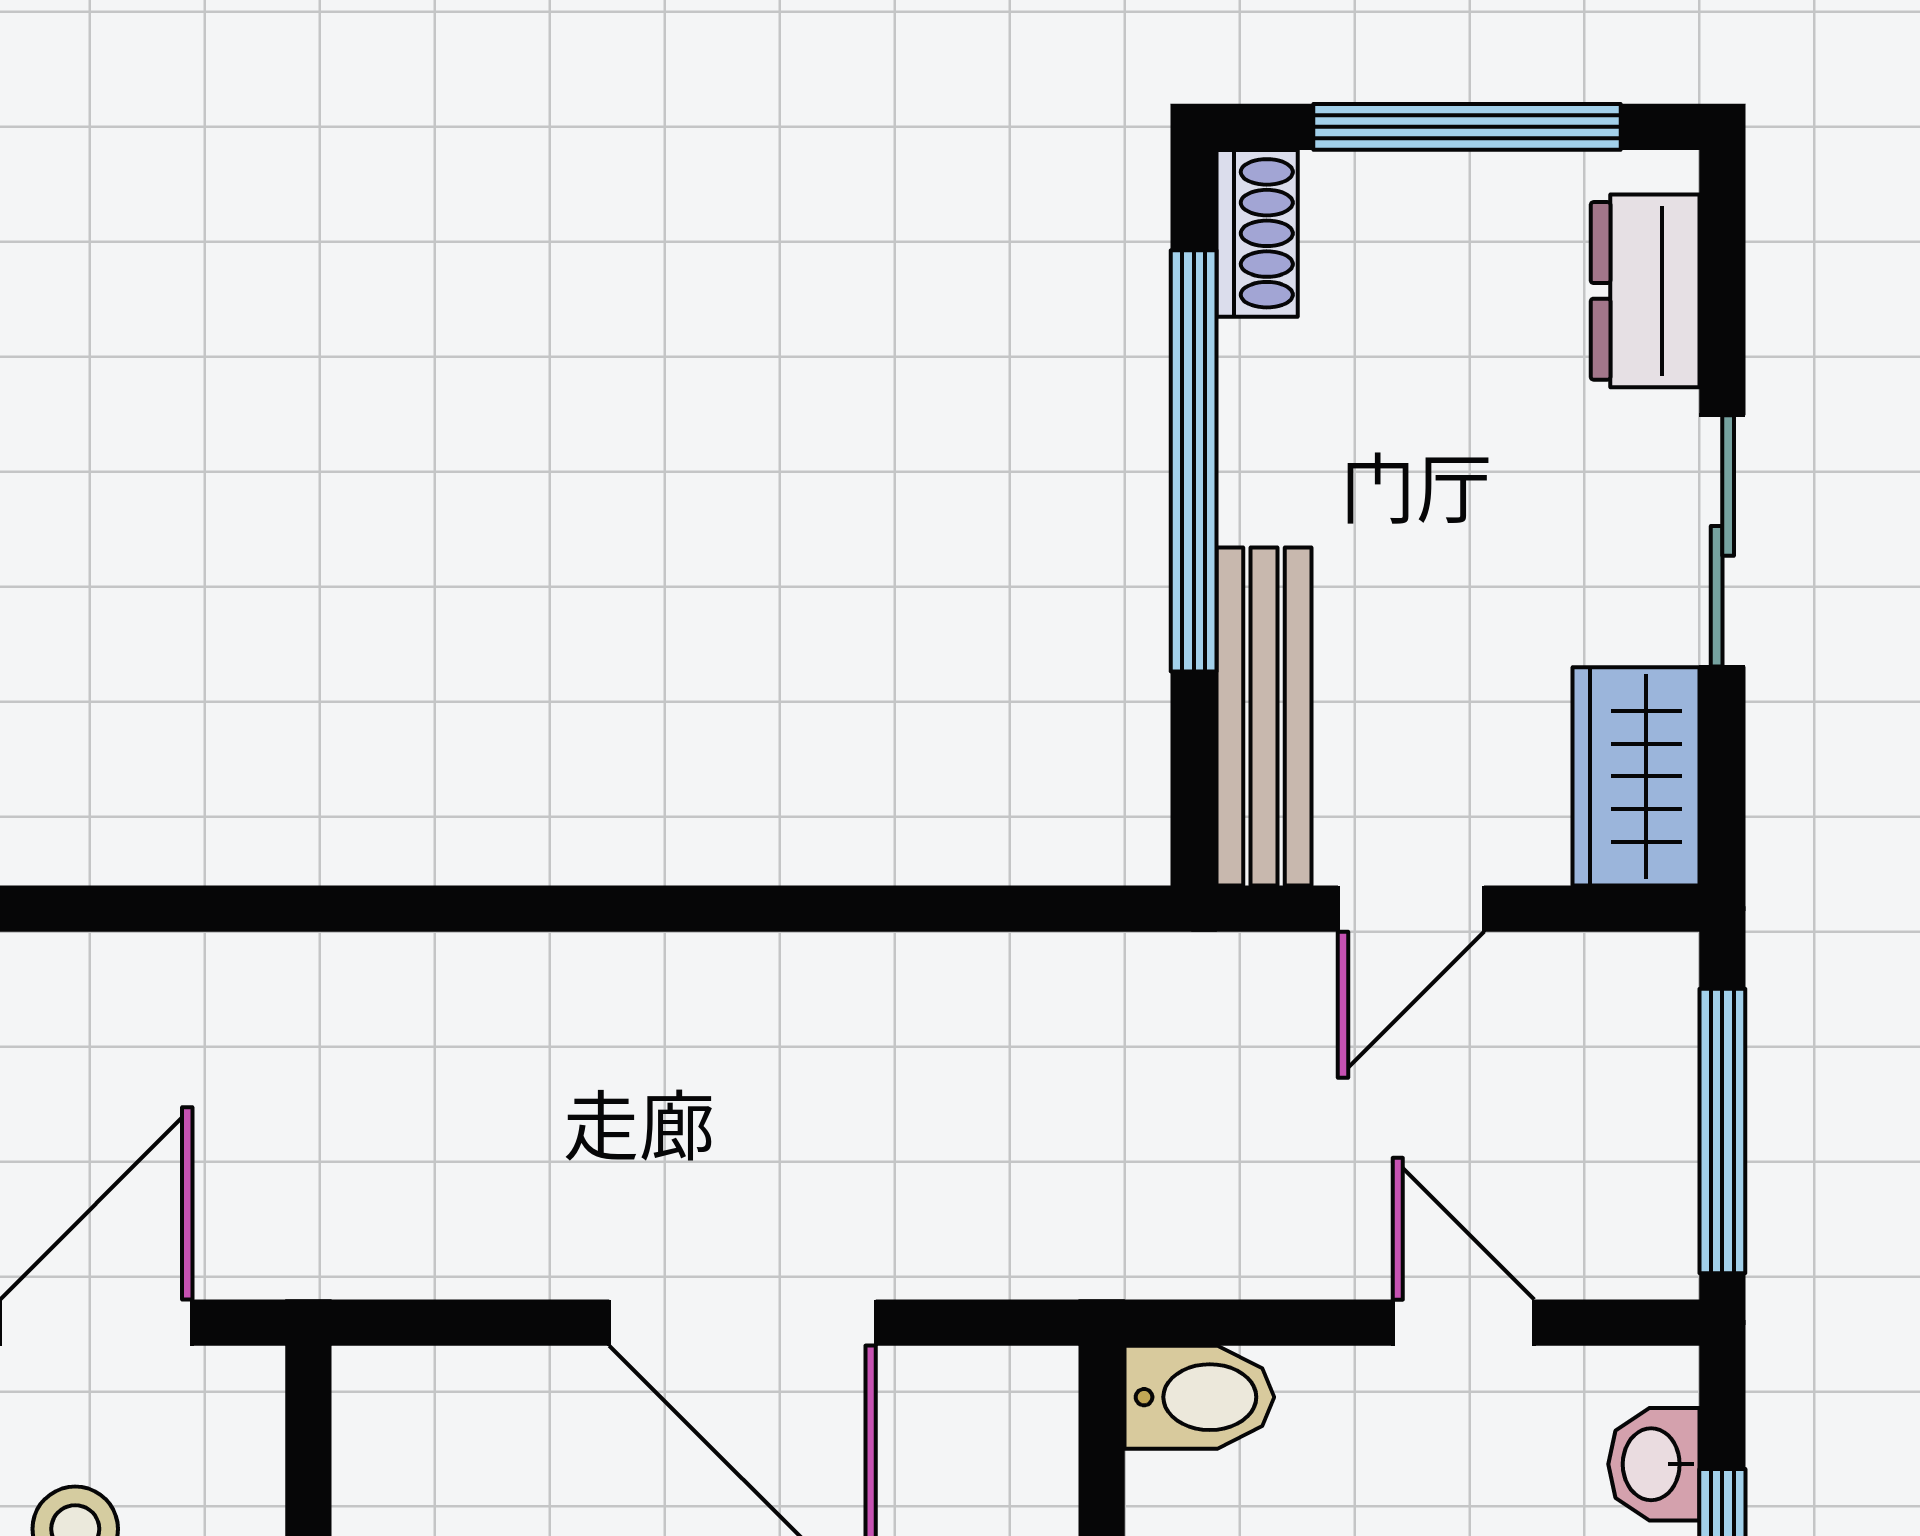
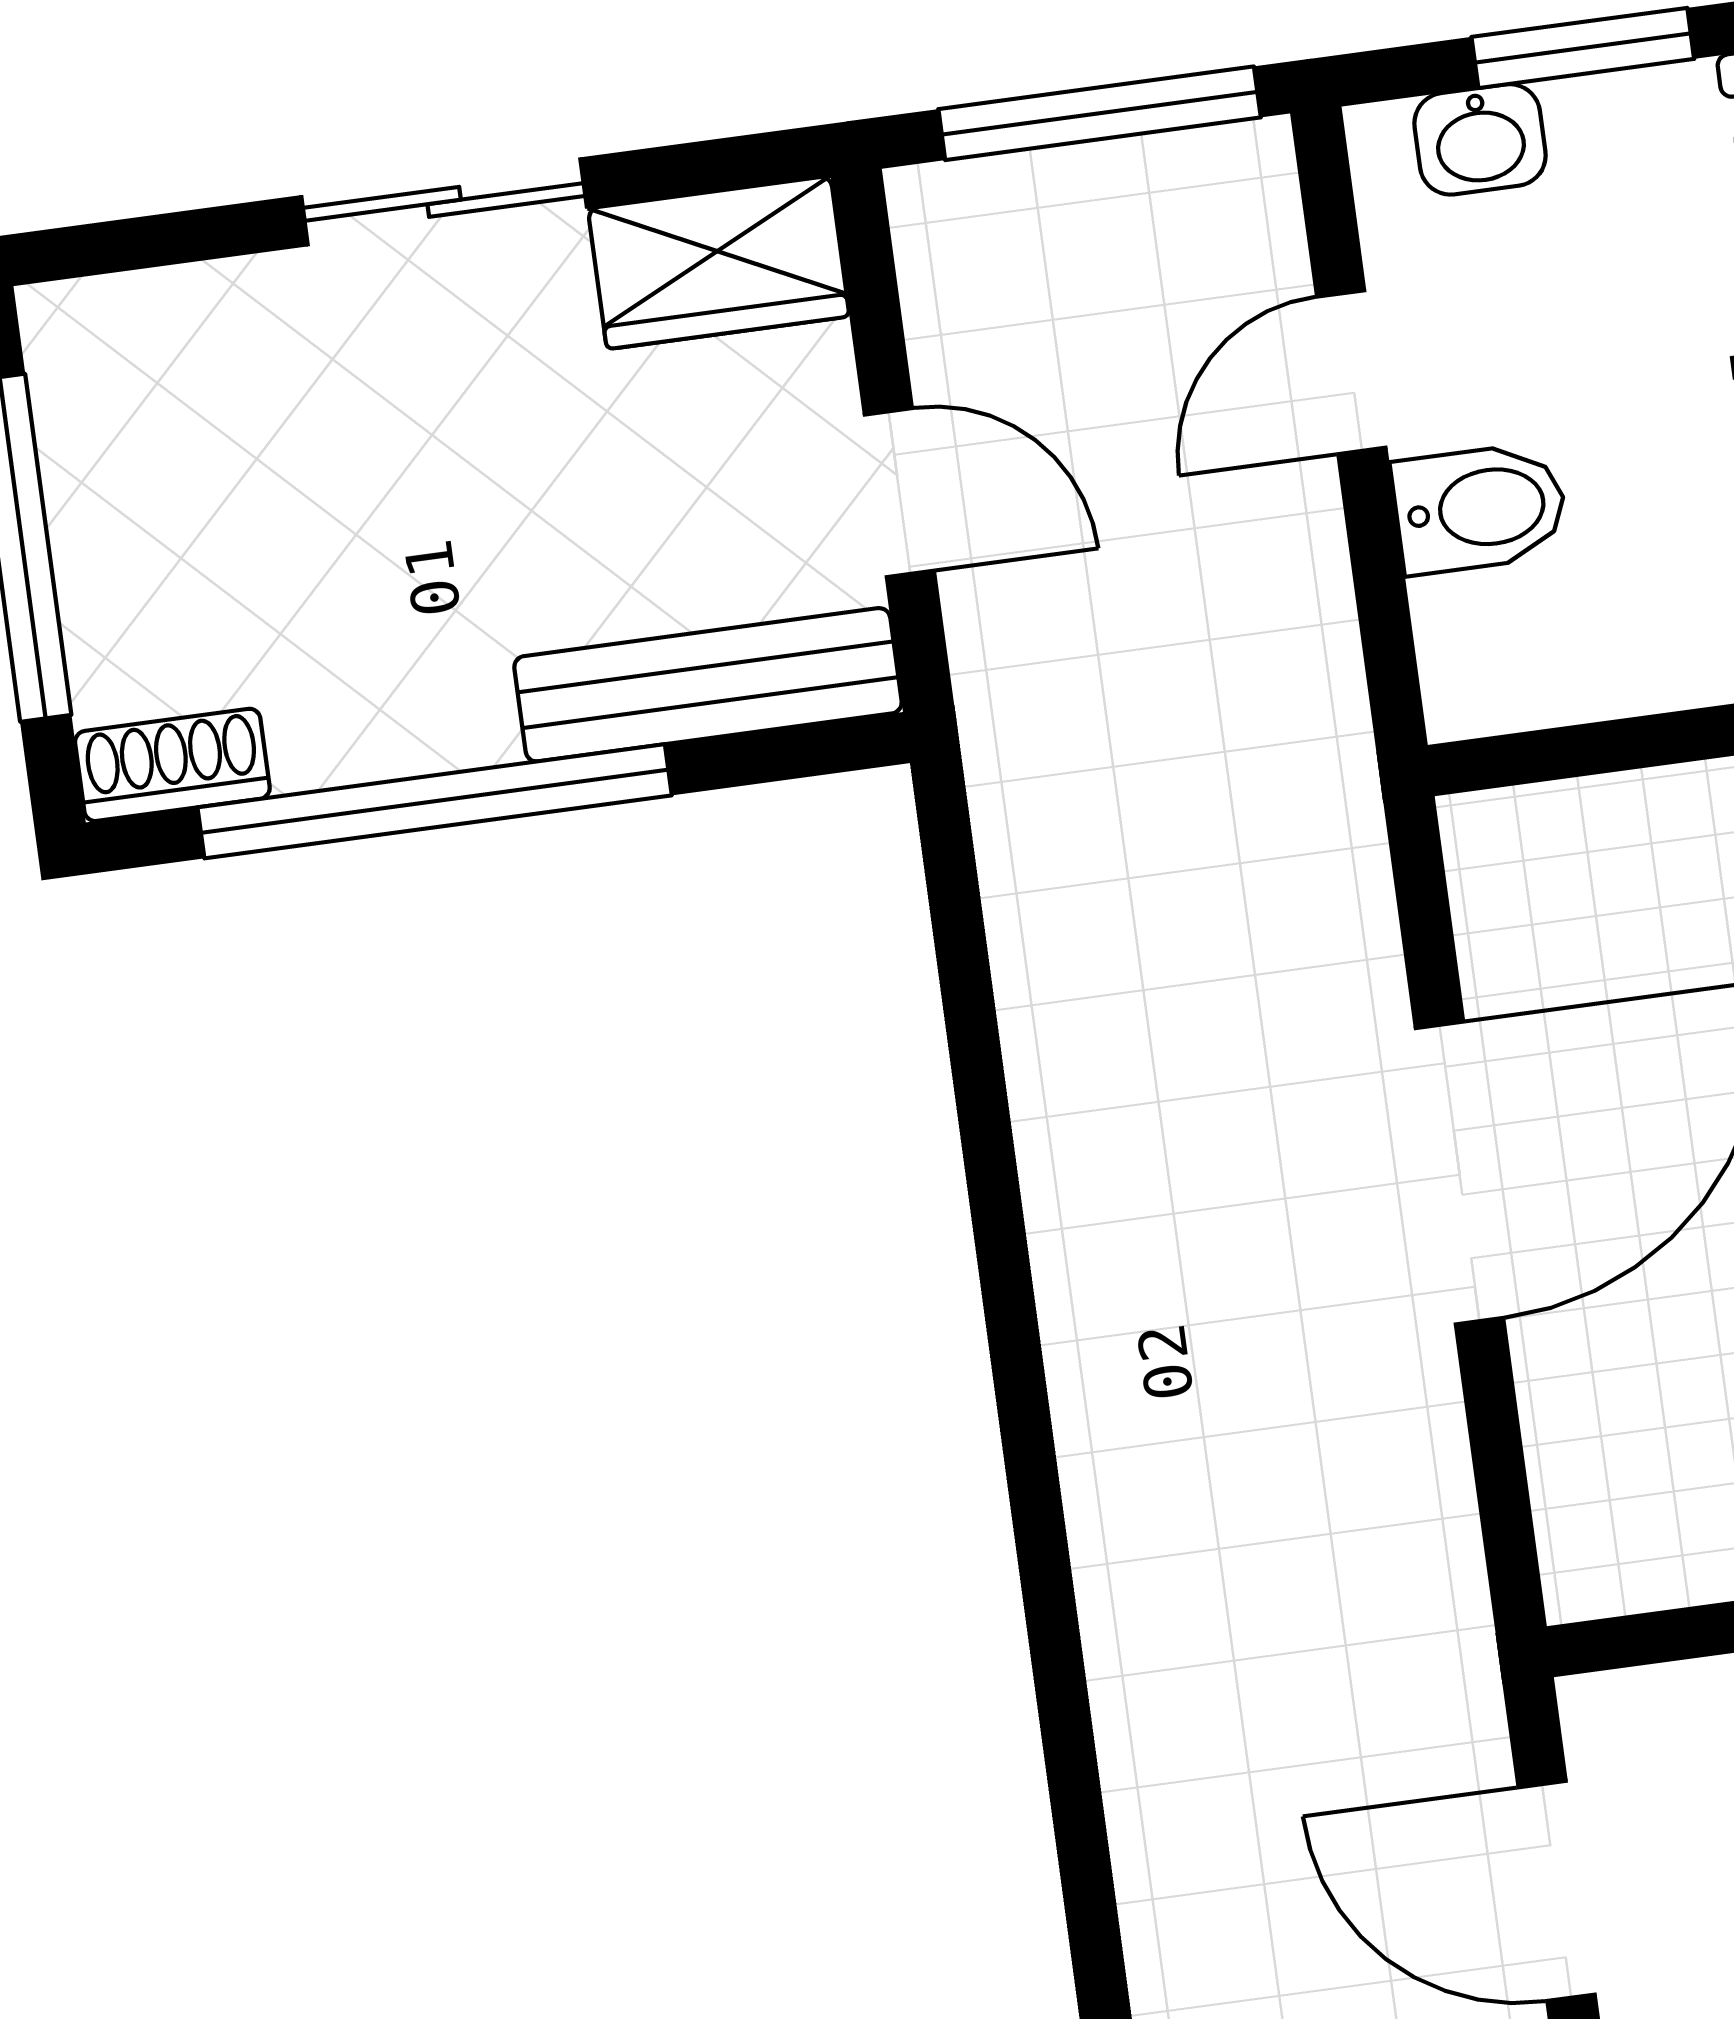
dresser: (1645, 291) -> (178, 325), removed
bidet: (1199, 1397) -> (1480, 508), moved, turned 90

